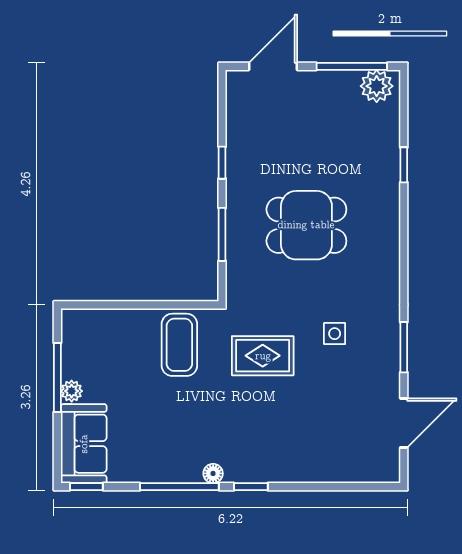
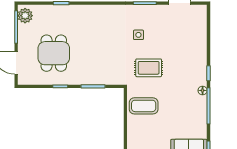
dining table: (306, 225) -> (54, 53), moved
rug: (263, 356) -> (149, 68), turned 90

